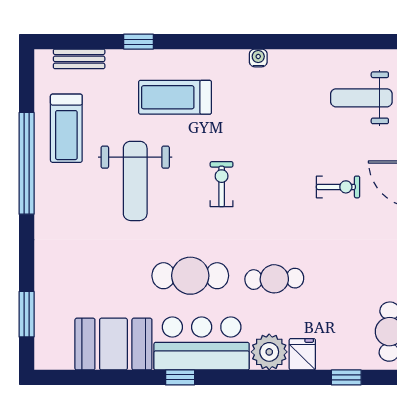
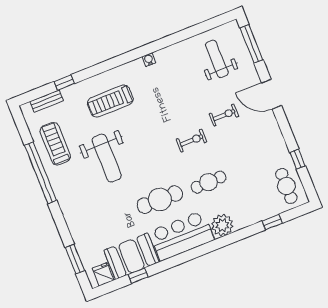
window: (138, 42) -> (64, 83), moved
weight bench: (361, 98) -> (217, 59), turned 90
treadmill: (66, 128) -> (55, 144), turned 180
exercise bike: (222, 184) -> (192, 141), moved, turned 90
fridge: (302, 354) -> (103, 274), moved
window: (180, 377) -> (138, 276), moved

